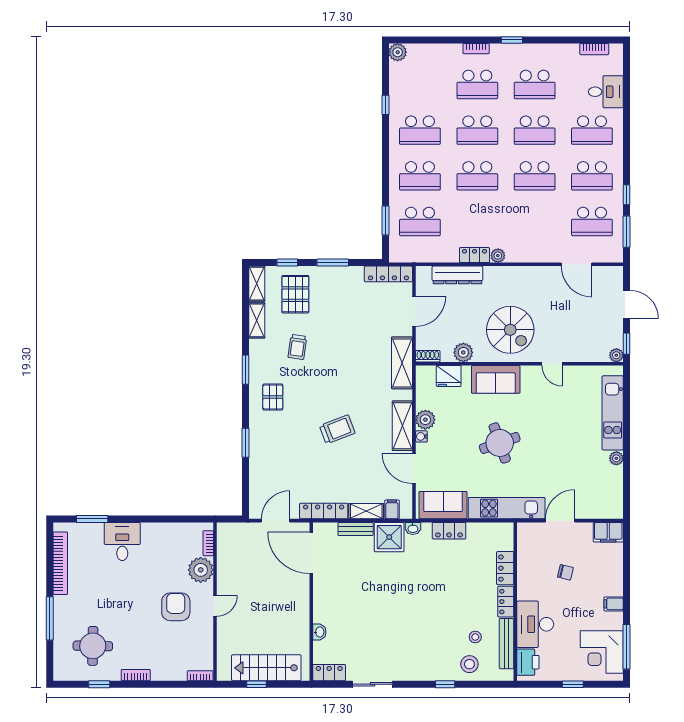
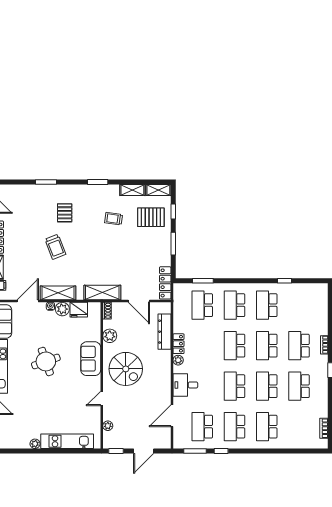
plant: (398, 52) -> (322, 289), removed
desk: (606, 92) -> (185, 385), moved, turned 90
spiral stairs: (510, 330) -> (126, 369), turned -90
plant: (616, 355) -> (108, 426), moved
fridge: (449, 376) -> (79, 310), moved, turned -90
pallet: (273, 397) -> (65, 213), moved, turned 90

